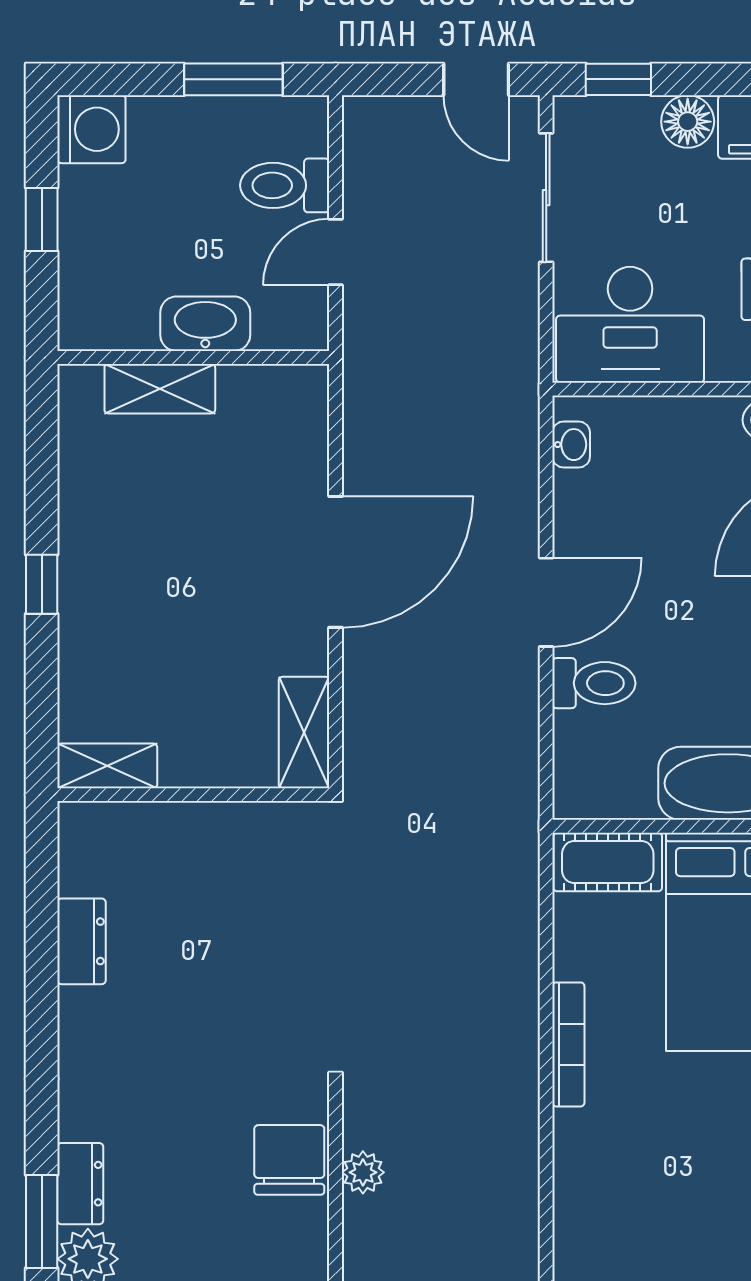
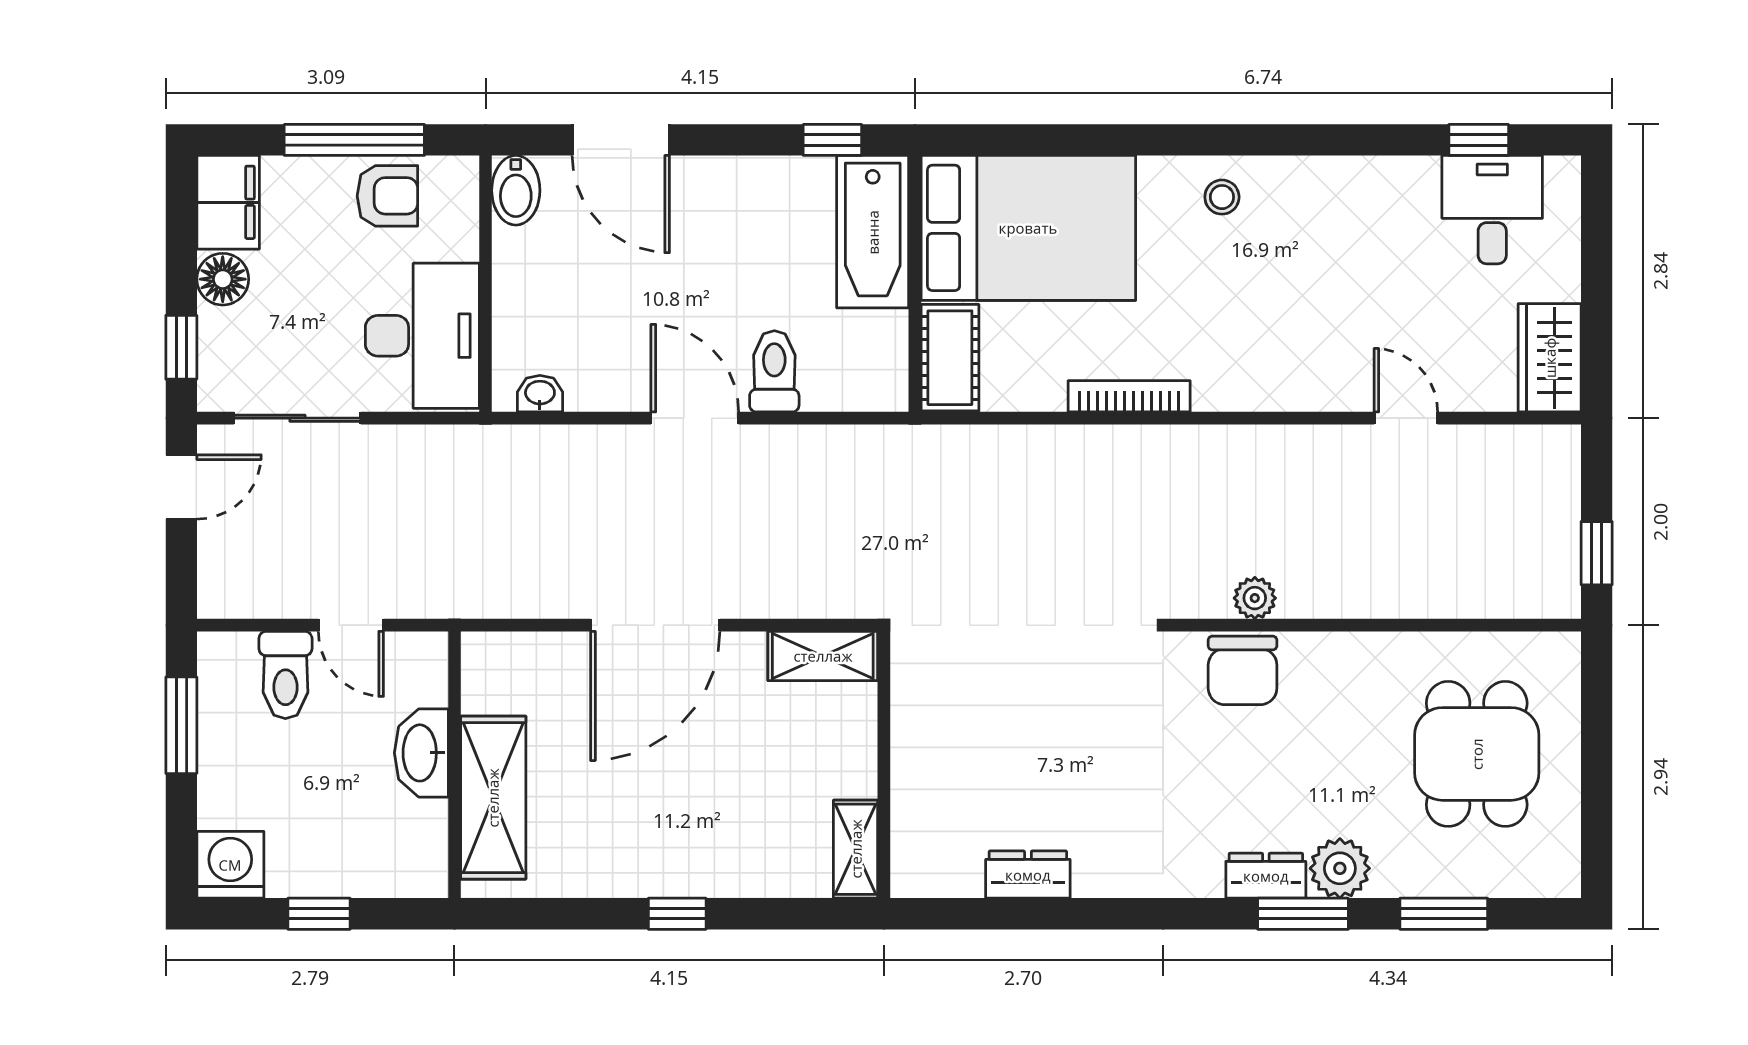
shelving: (160, 389) -> (493, 798), width x1.50, depth x1.33
door: (335, 562) -> (655, 625), swing flipped
chair: (289, 1160) -> (1243, 670), turned -90

